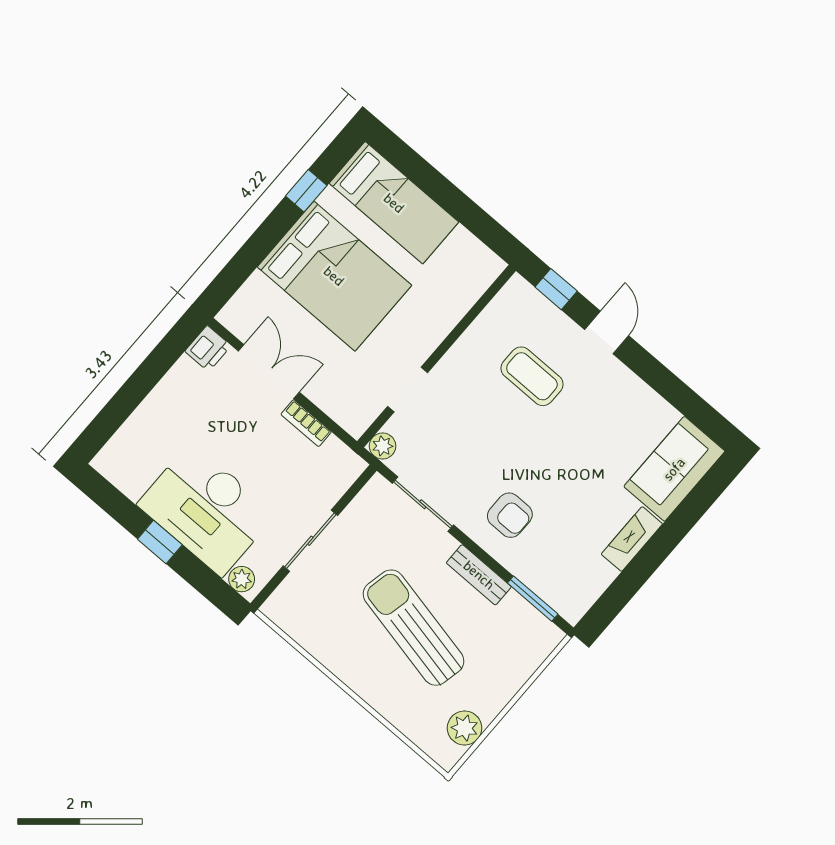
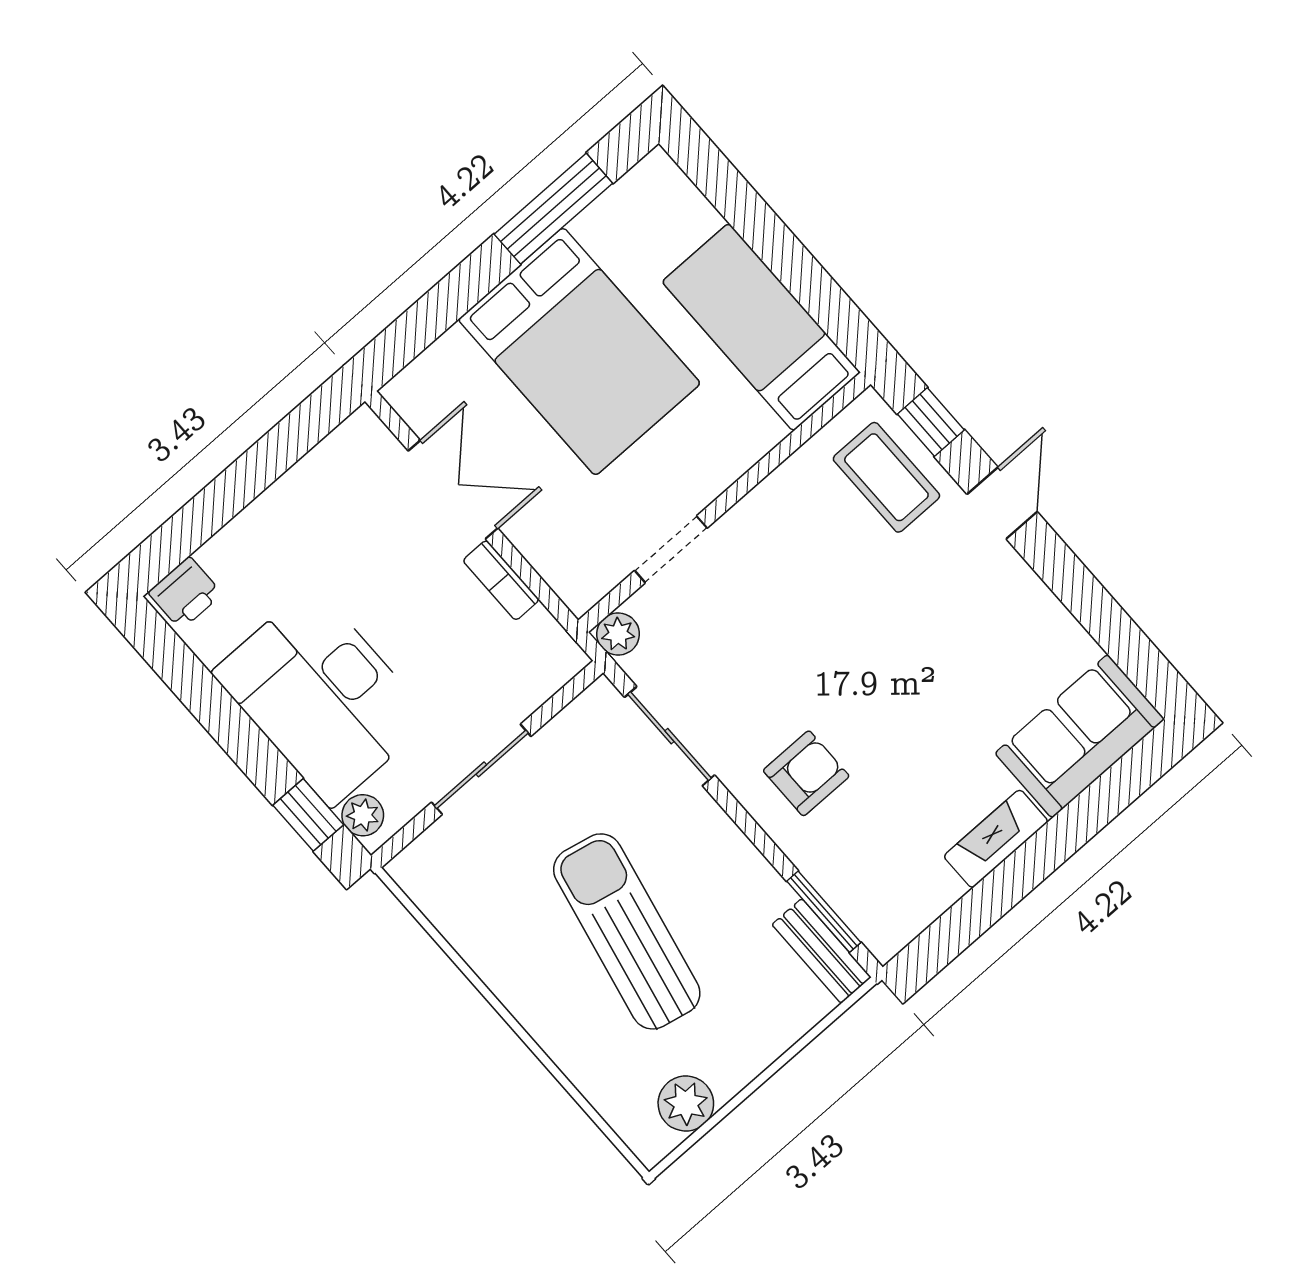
window: (306, 191) -> (553, 209), width x2.17
bed: (394, 203) -> (761, 327), moved, turned 180
printer: (208, 348) -> (185, 593), moved
coffee table: (532, 376) -> (886, 477), moved
armchair: (510, 515) -> (806, 773), turned -90
window: (160, 542) -> (308, 815), moved
bench: (479, 575) -> (821, 951), moved

